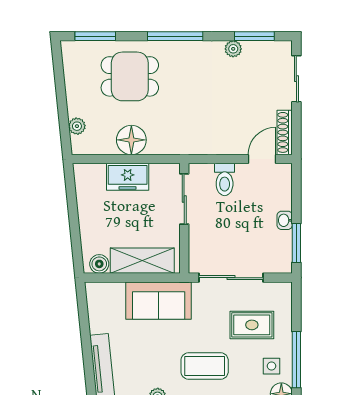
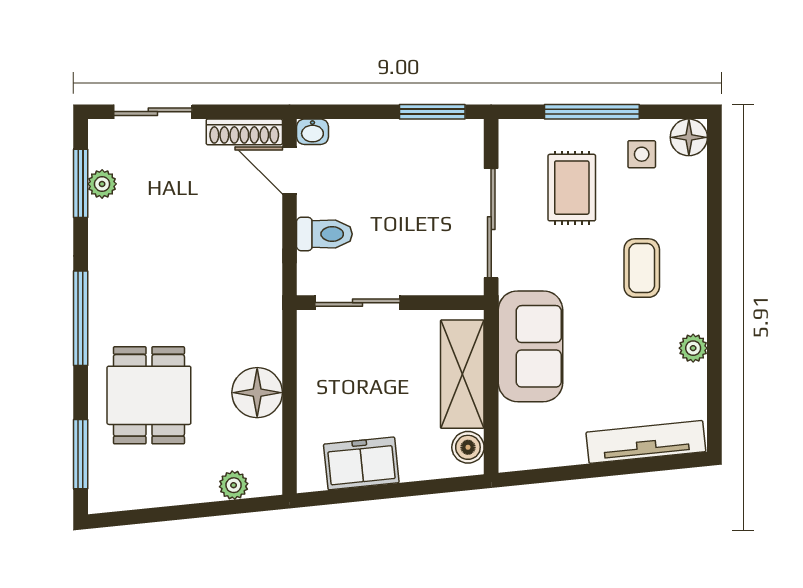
plant: (233, 49) -> (102, 184), moved
freezer: (128, 177) -> (361, 463), moved, turned -96
washbasin: (285, 220) -> (312, 132), moved
window: (296, 360) -> (592, 112), moved
coffee table: (205, 366) -> (642, 268), width x0.73, depth x0.77

